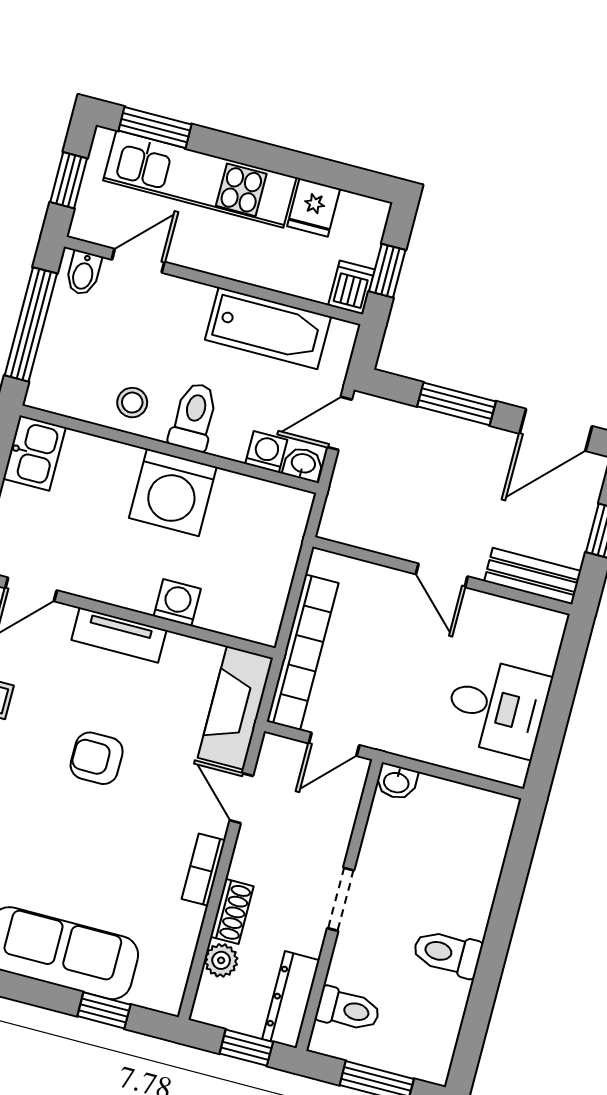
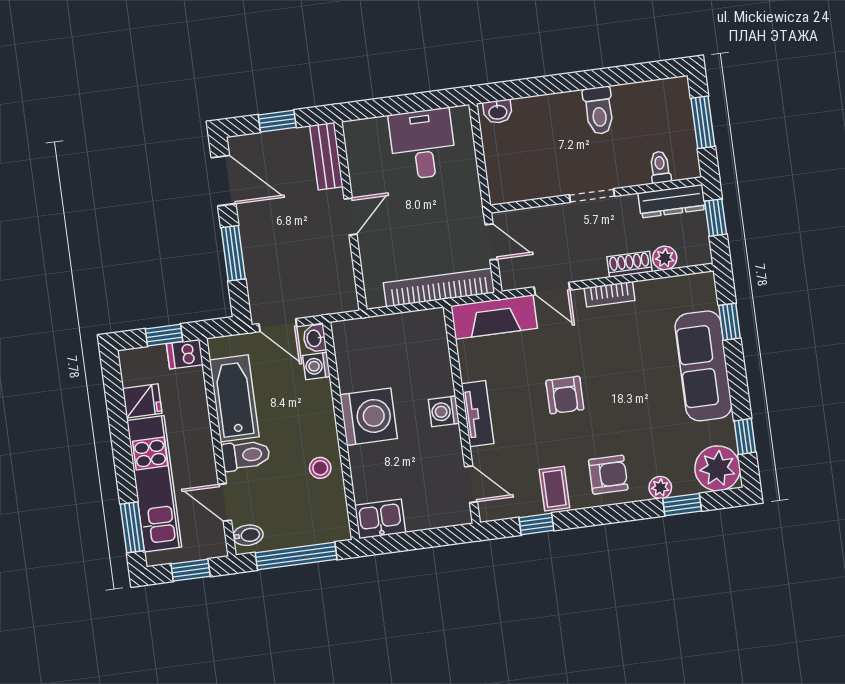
toilet: (194, 417) -> (246, 455), moved, turned 180
washing machine: (177, 603) -> (444, 411), moved
washbasin: (396, 782) -> (498, 112), moved, turned 90
door: (241, 798) -> (552, 289), hinge flipped
toilet: (348, 1010) -> (660, 167), width x0.73, depth x0.72

